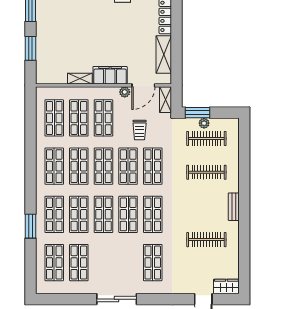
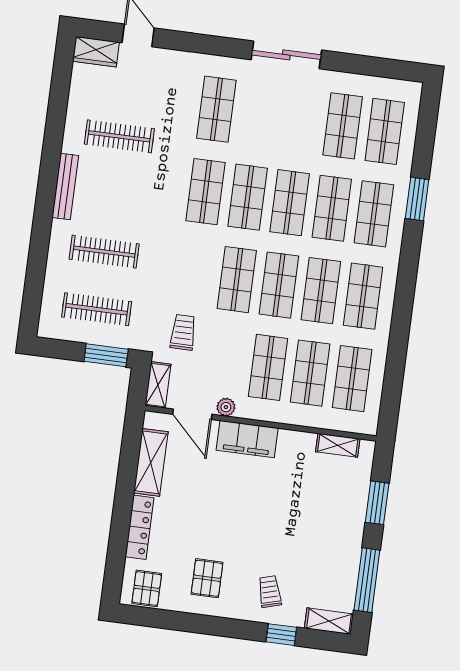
shelving: (80, 79) -> (338, 445), moved
door: (143, 85) -> (192, 414), swing flipped
plant: (204, 123) -> (97, 336), removed
trolley: (140, 130) -> (183, 332), moved
shop shelf: (153, 166) -> (195, 274), removed
bench: (234, 207) -> (65, 187), width x1.36

